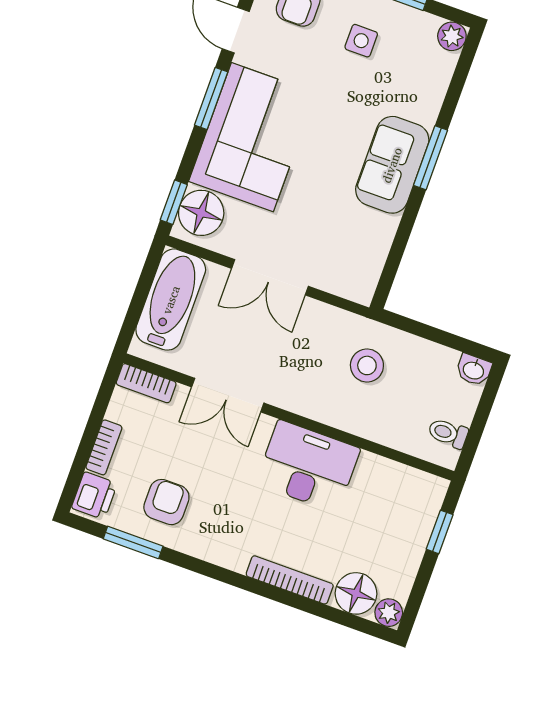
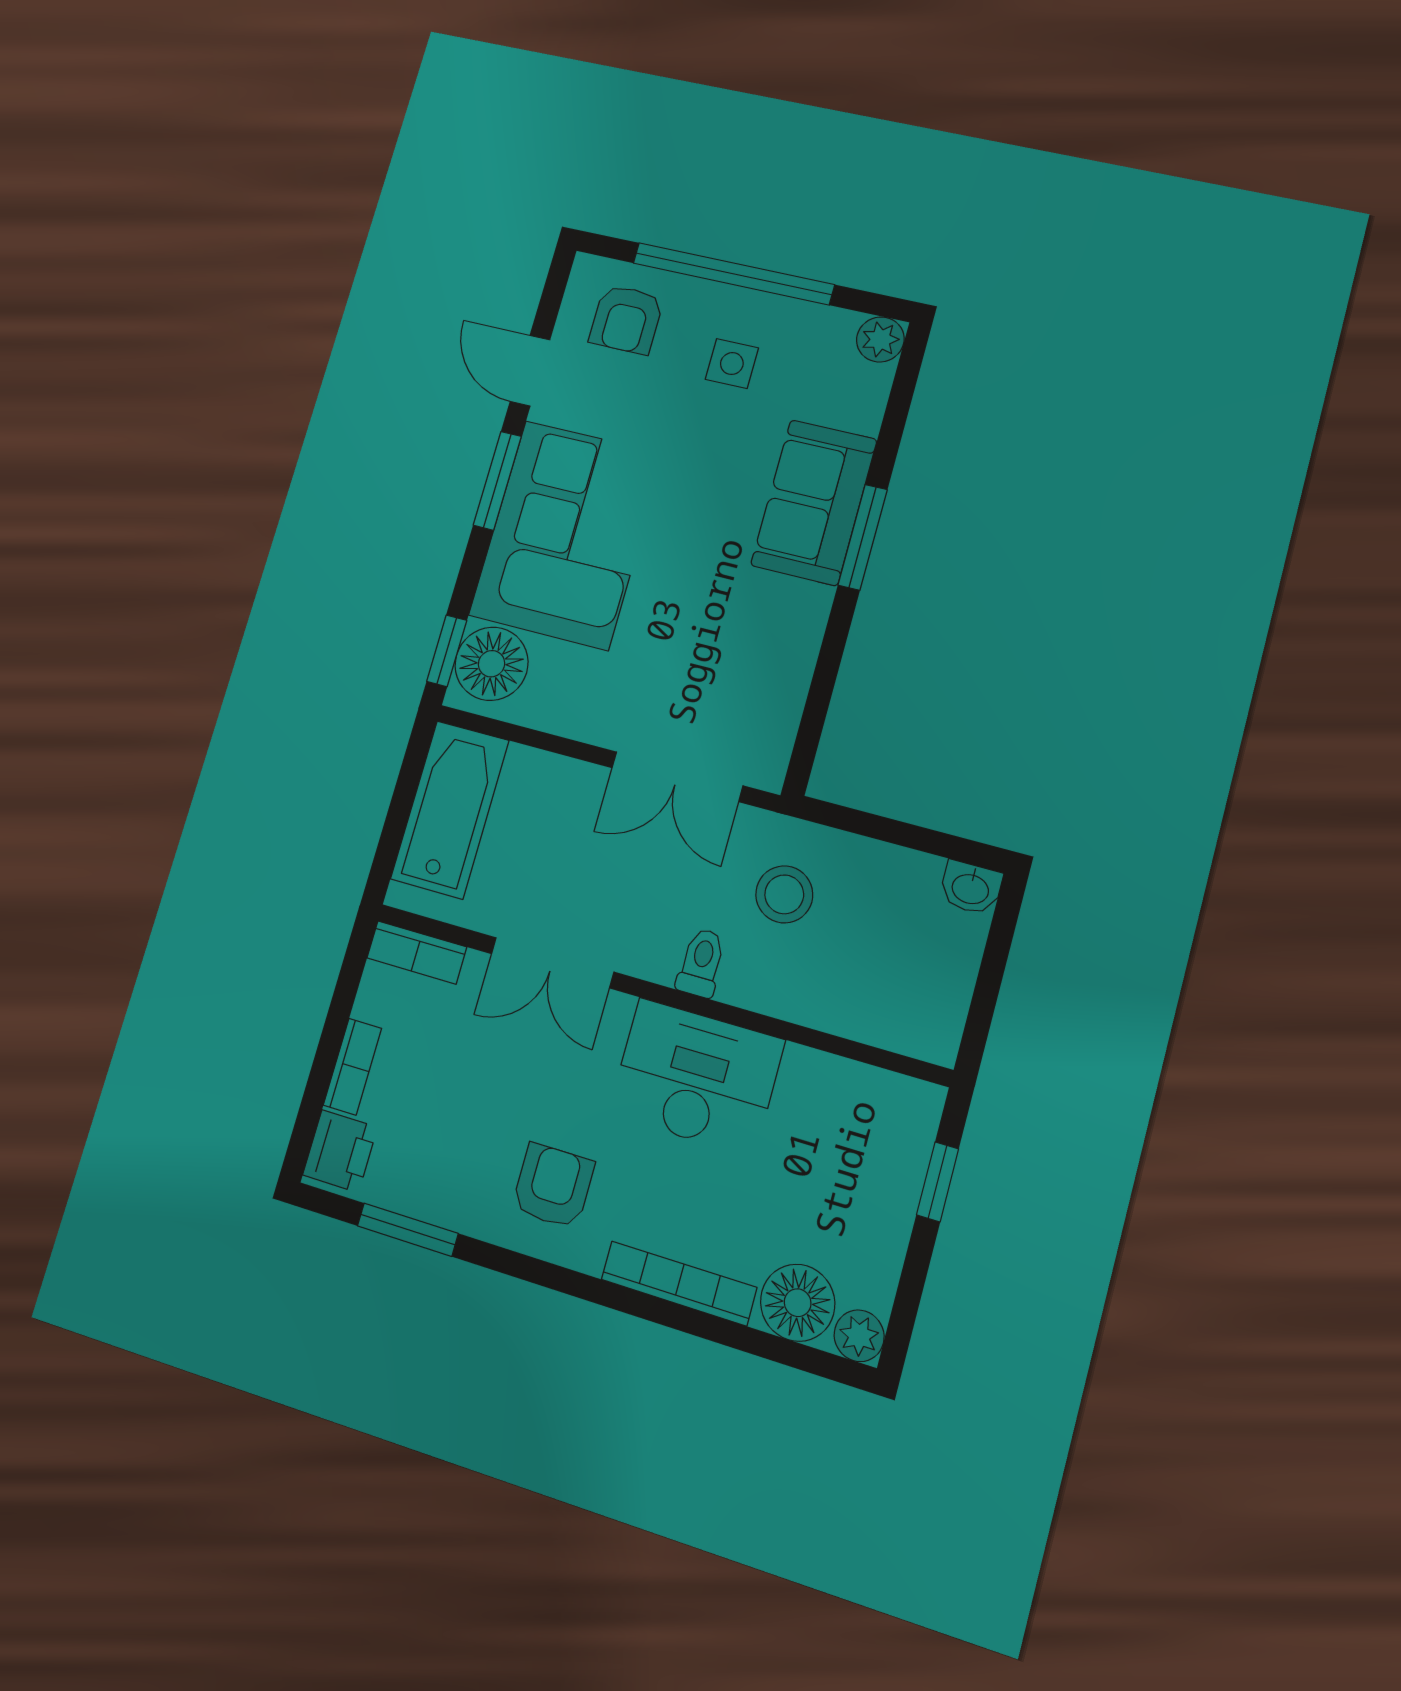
sofa: (392, 165) -> (814, 502), moved
double door: (270, 277) -> (677, 777), moved
toilet: (448, 433) -> (701, 963), moved, turned 90
armchair: (166, 502) -> (553, 1186), moved

